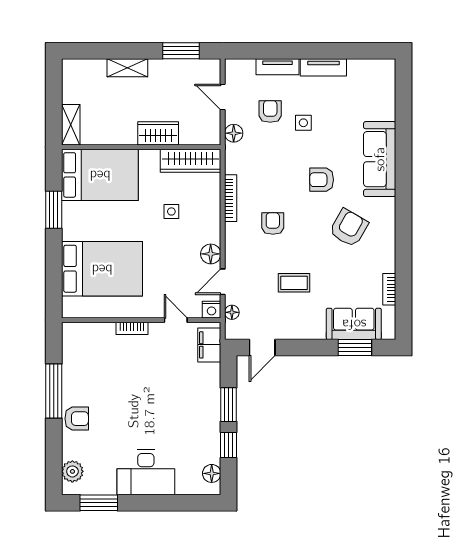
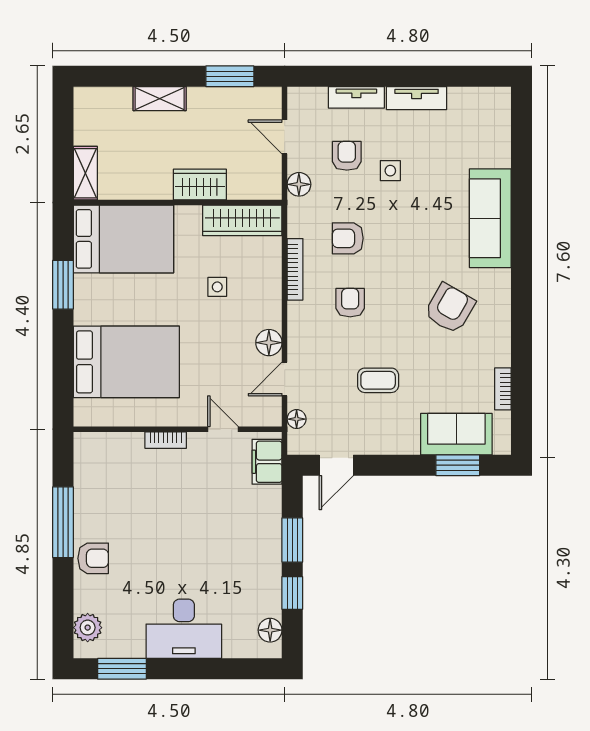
armchair: (322, 180) -> (348, 238), moved
nightstand: (212, 310) -> (270, 415), removed

